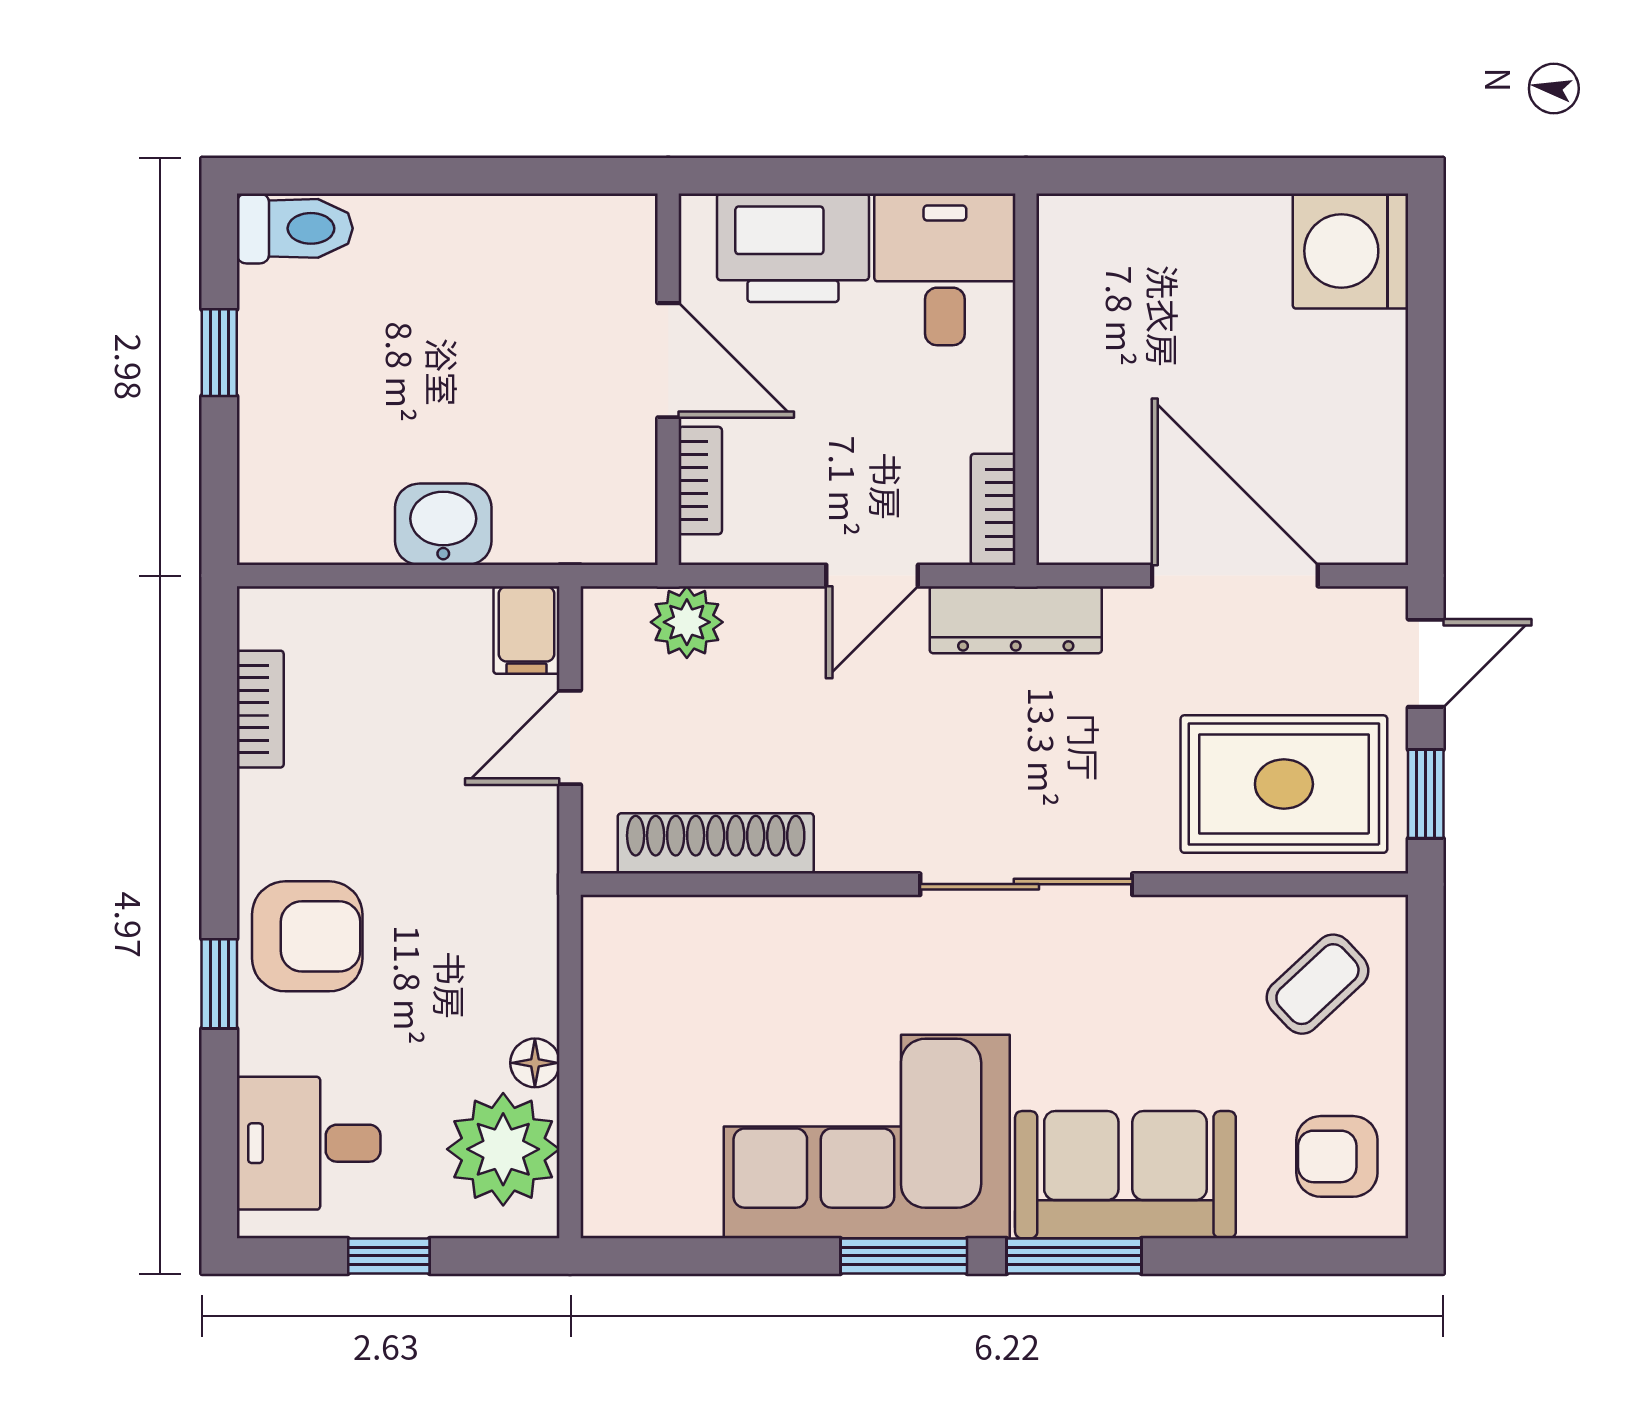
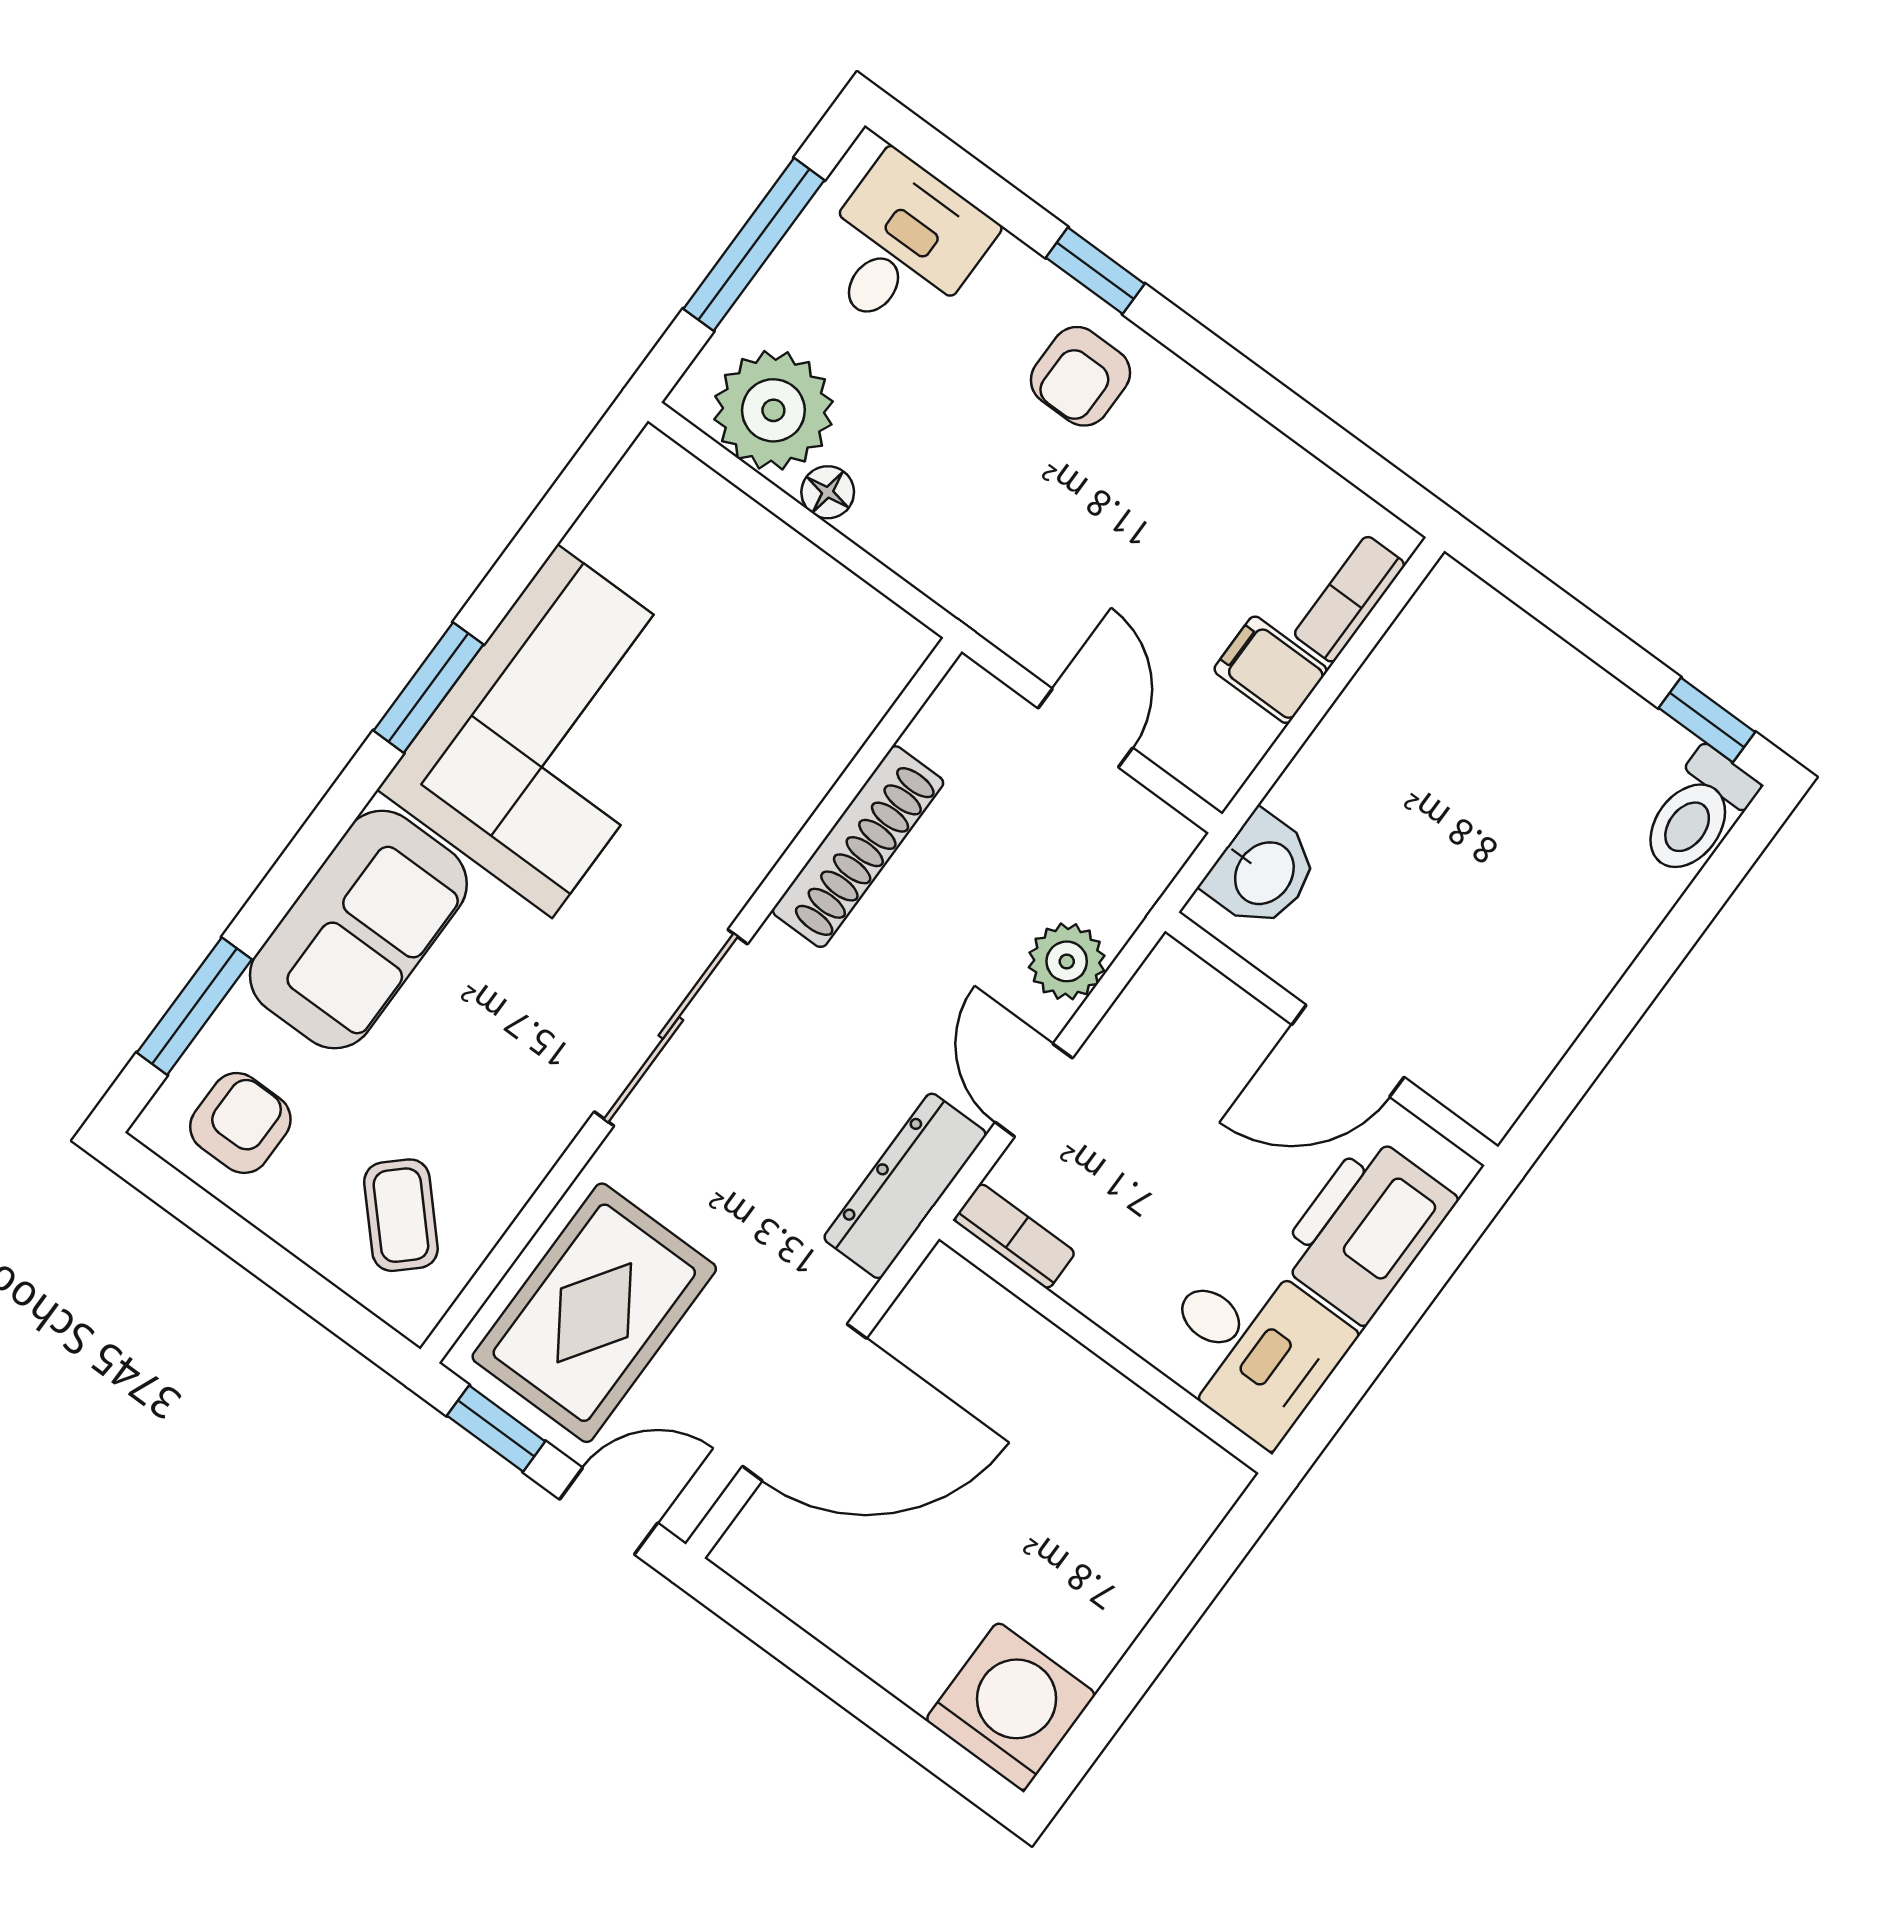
window: (219, 353) -> (1707, 720), moved
bookcase: (700, 481) -> (1224, 1002), removed
washbasin: (443, 524) -> (1262, 872), moved
plant: (687, 622) -> (1067, 961), moved
filing cabinet: (527, 630) -> (1270, 670), moved
door: (1426, 663) -> (609, 1511), swing flipped
bookcase: (260, 709) -> (1350, 599), moved, turned 90
shoe rack: (716, 843) -> (858, 847), moved
armchair: (307, 936) -> (1080, 376), width x0.72, depth x0.72
window: (389, 1256) -> (754, 244), width x2.17
window: (1074, 1256) -> (194, 1006), moved

